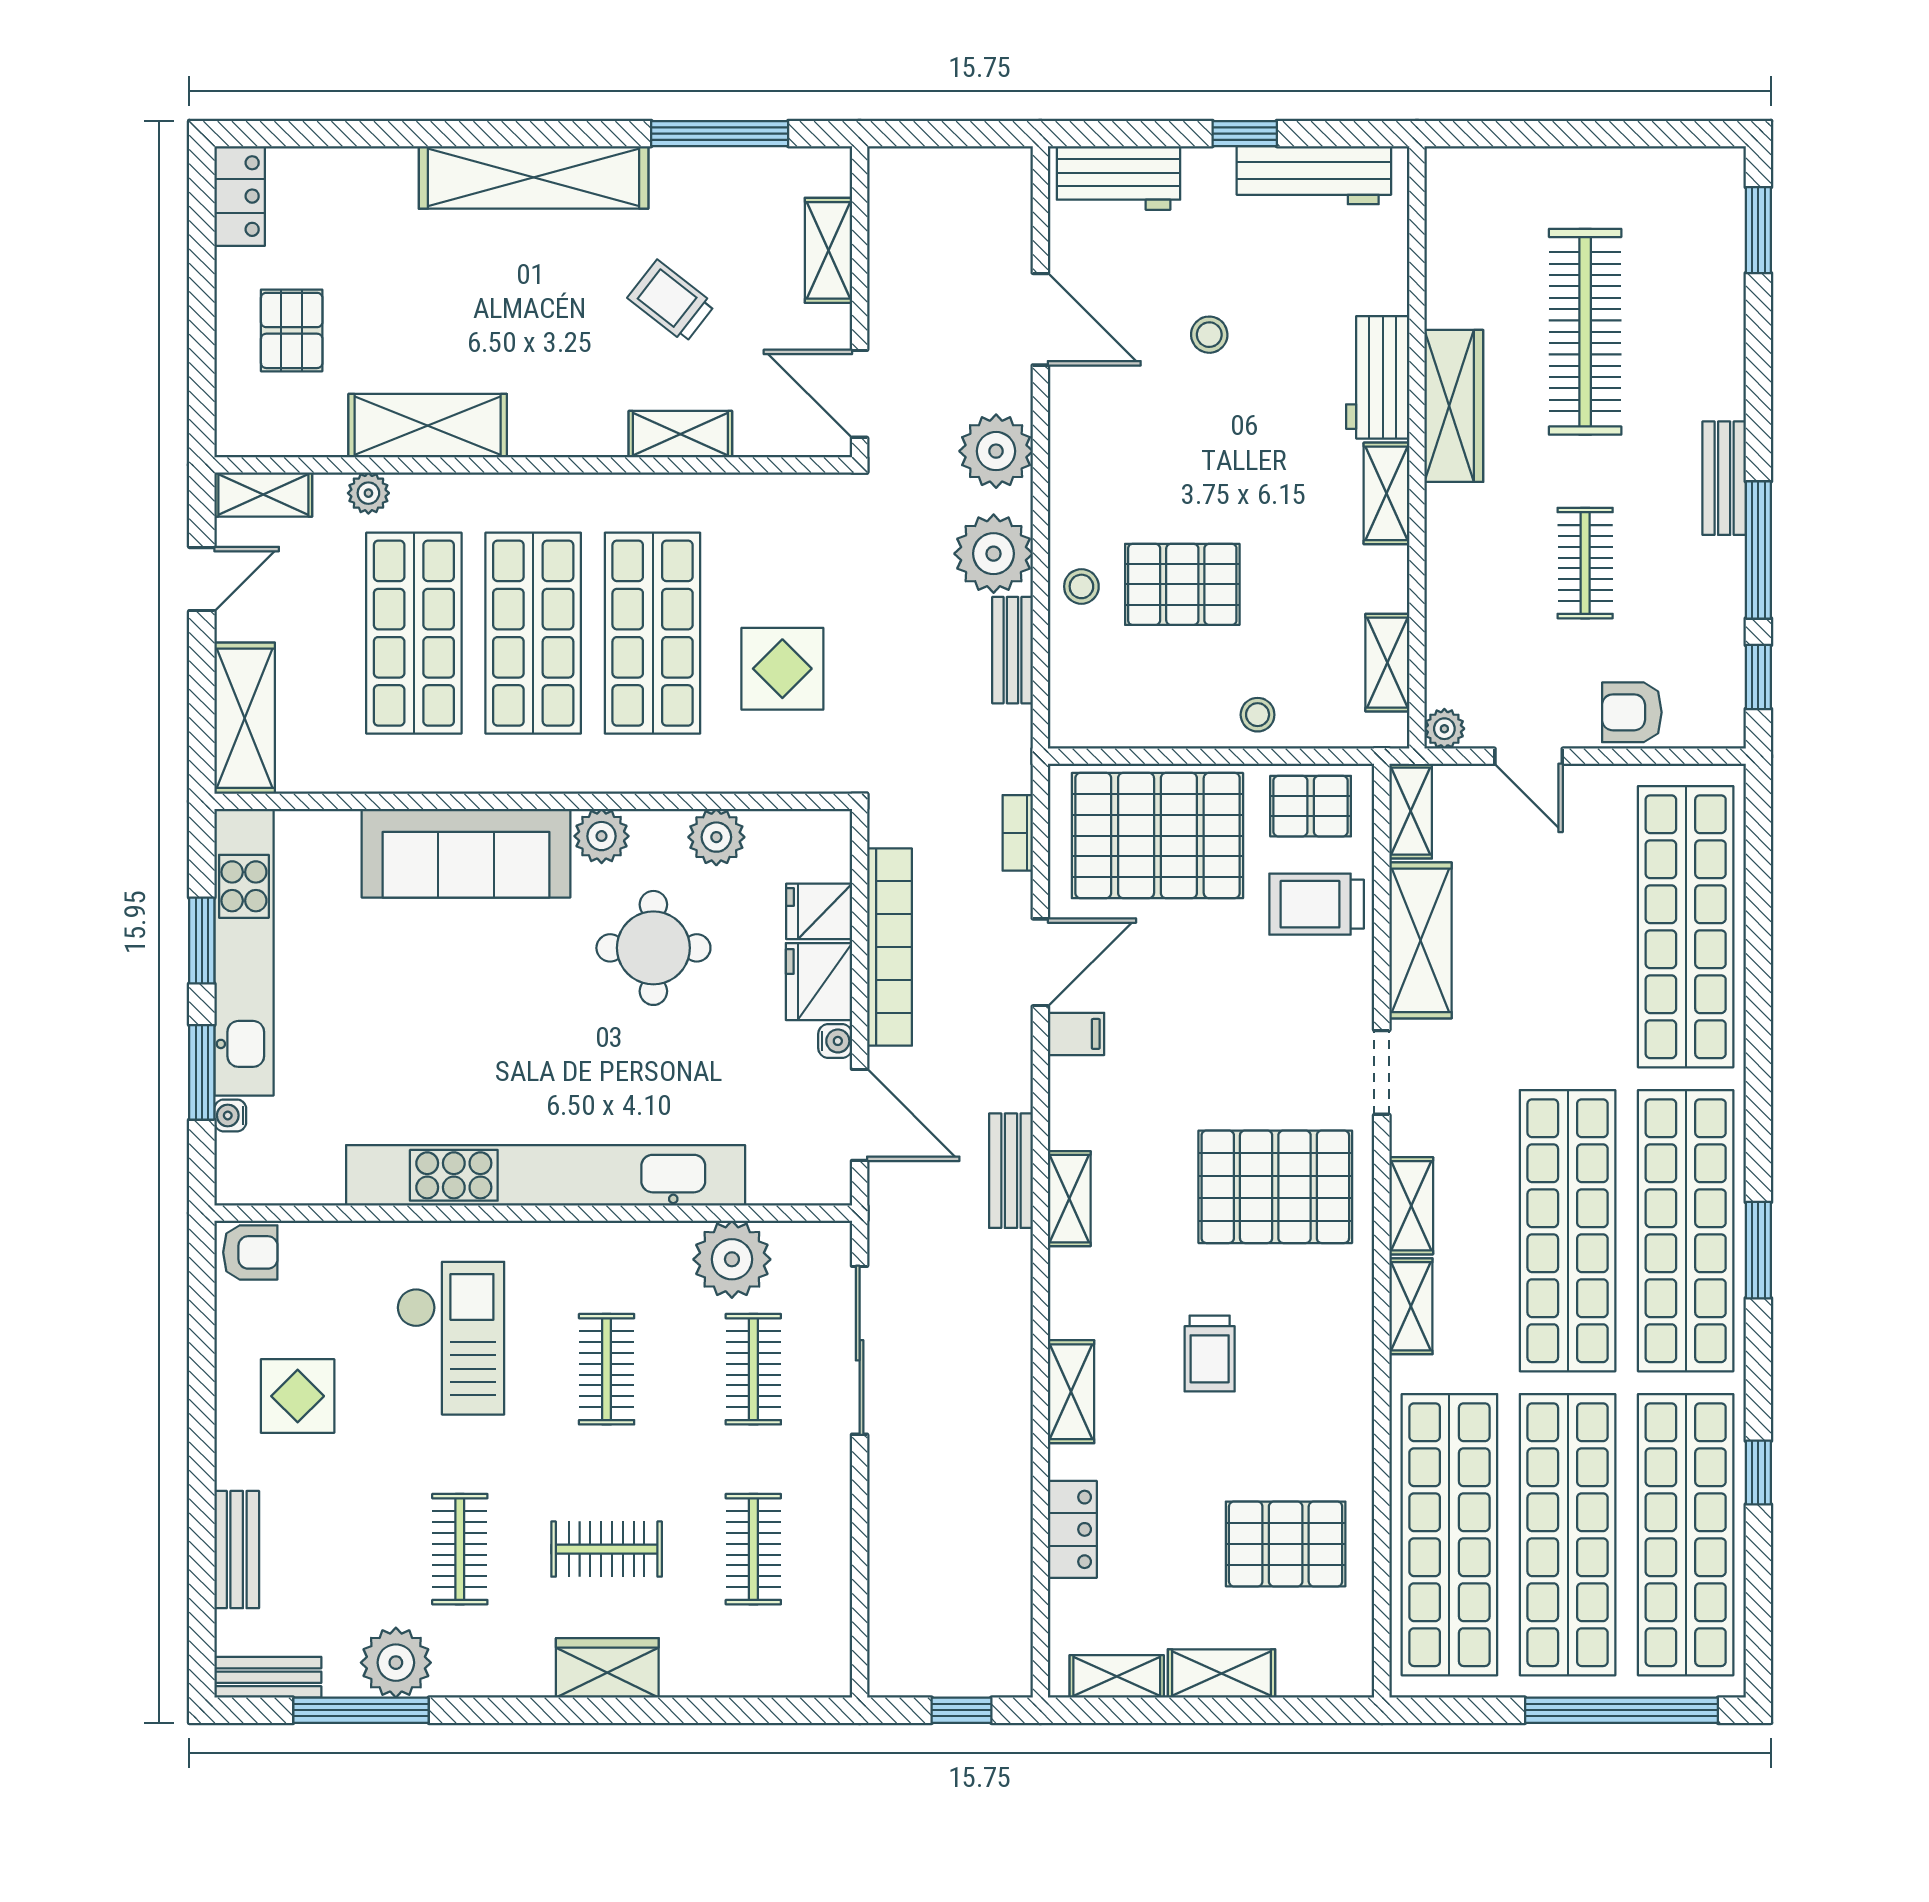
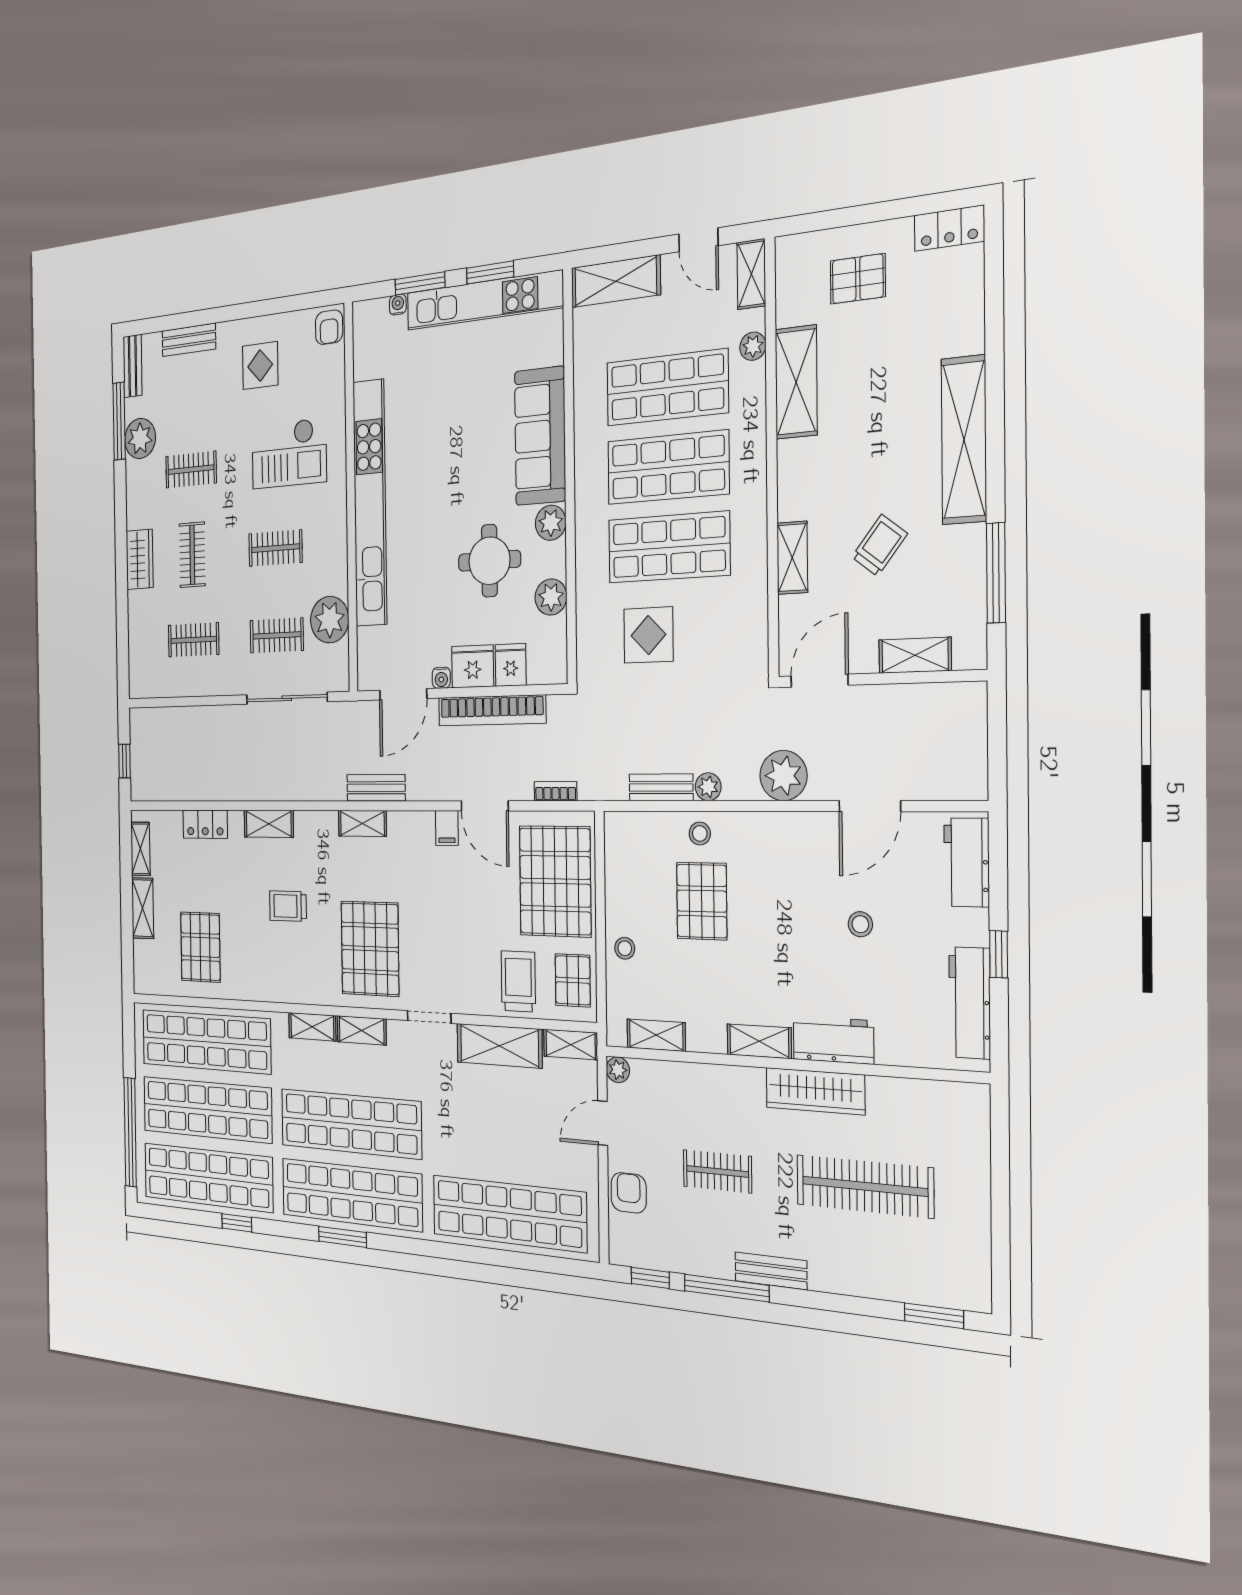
plant: (994, 554) -> (708, 787), width x0.53, depth x0.53

